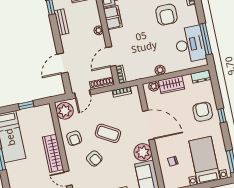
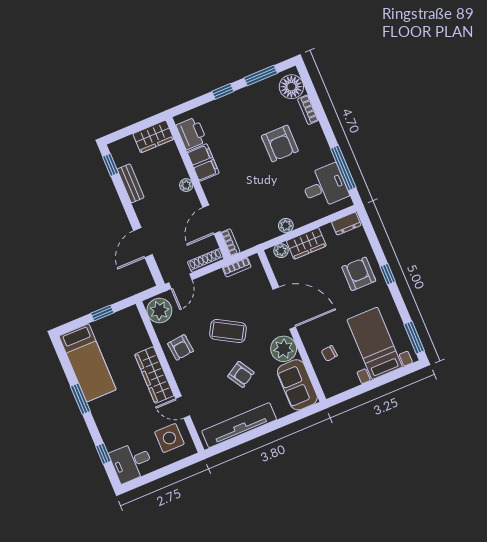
desk: (190, 44) -> (325, 186), width x0.73
armchair: (94, 158) -> (241, 374), moved

